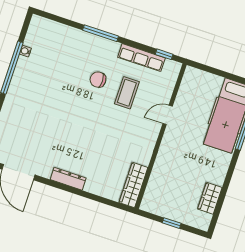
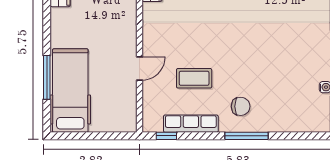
chair: (98, 80) -> (241, 106), moved
coffee table: (127, 93) -> (194, 78), turned 90

